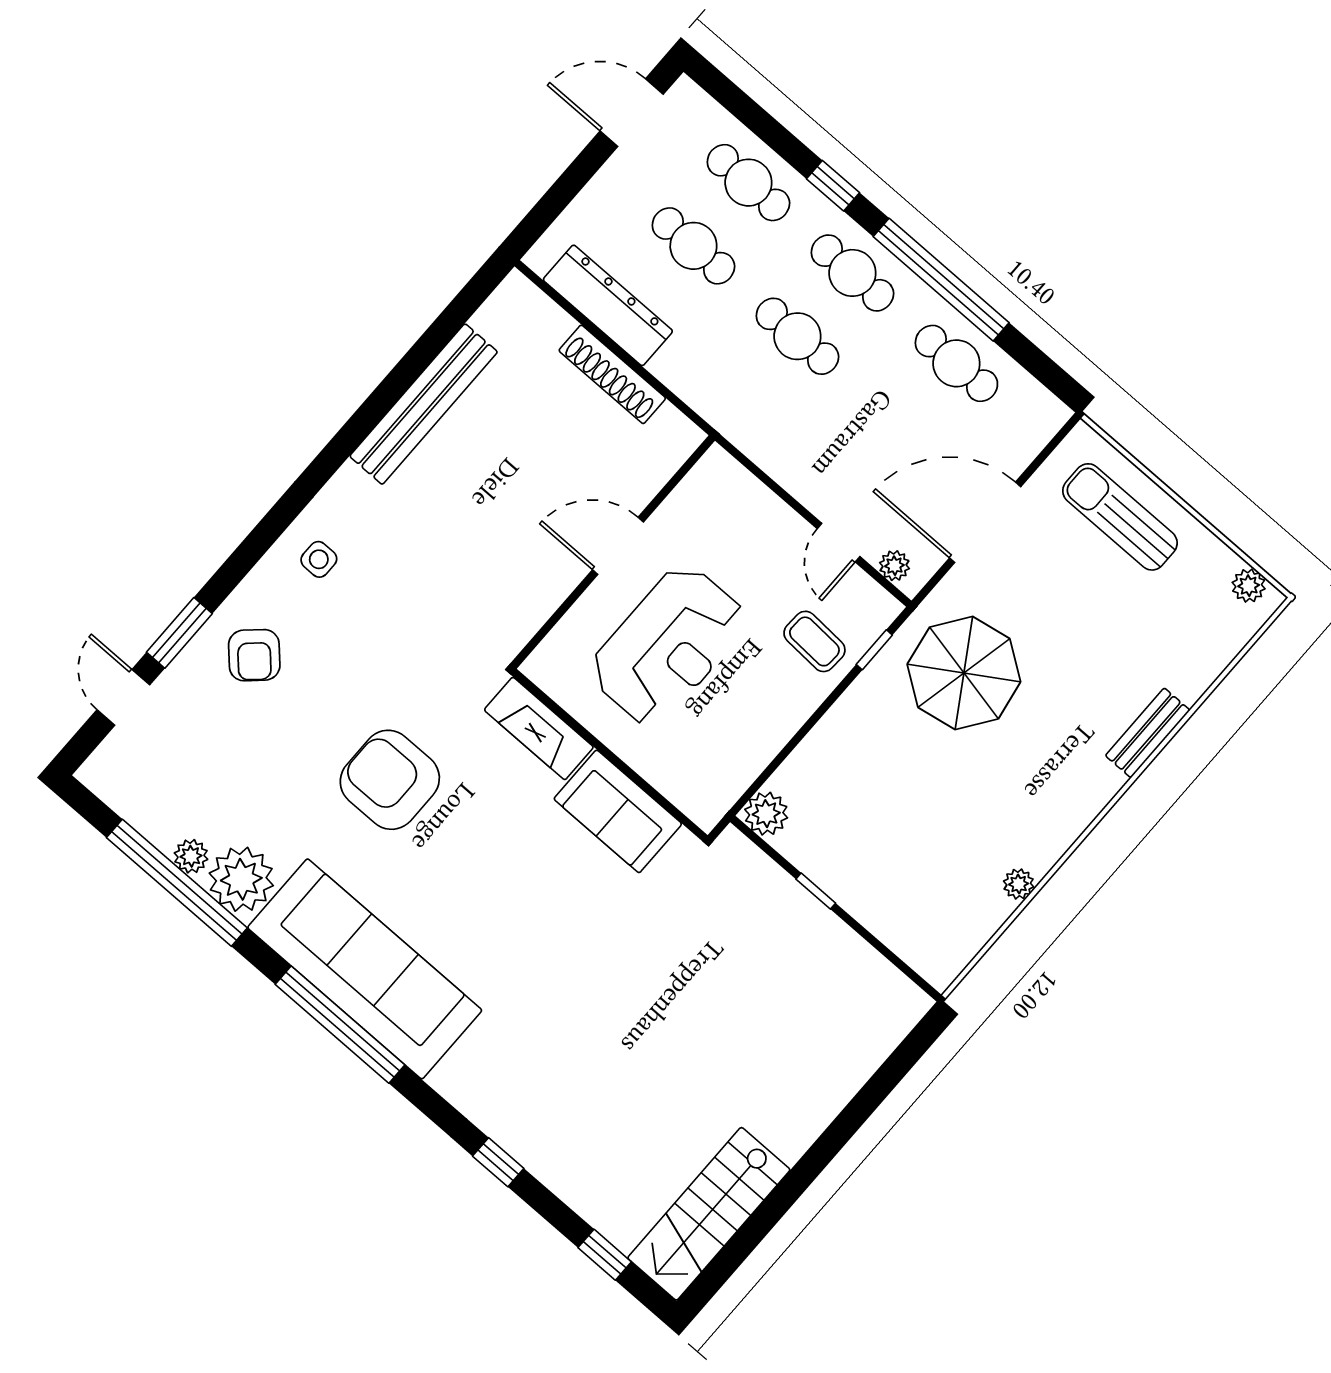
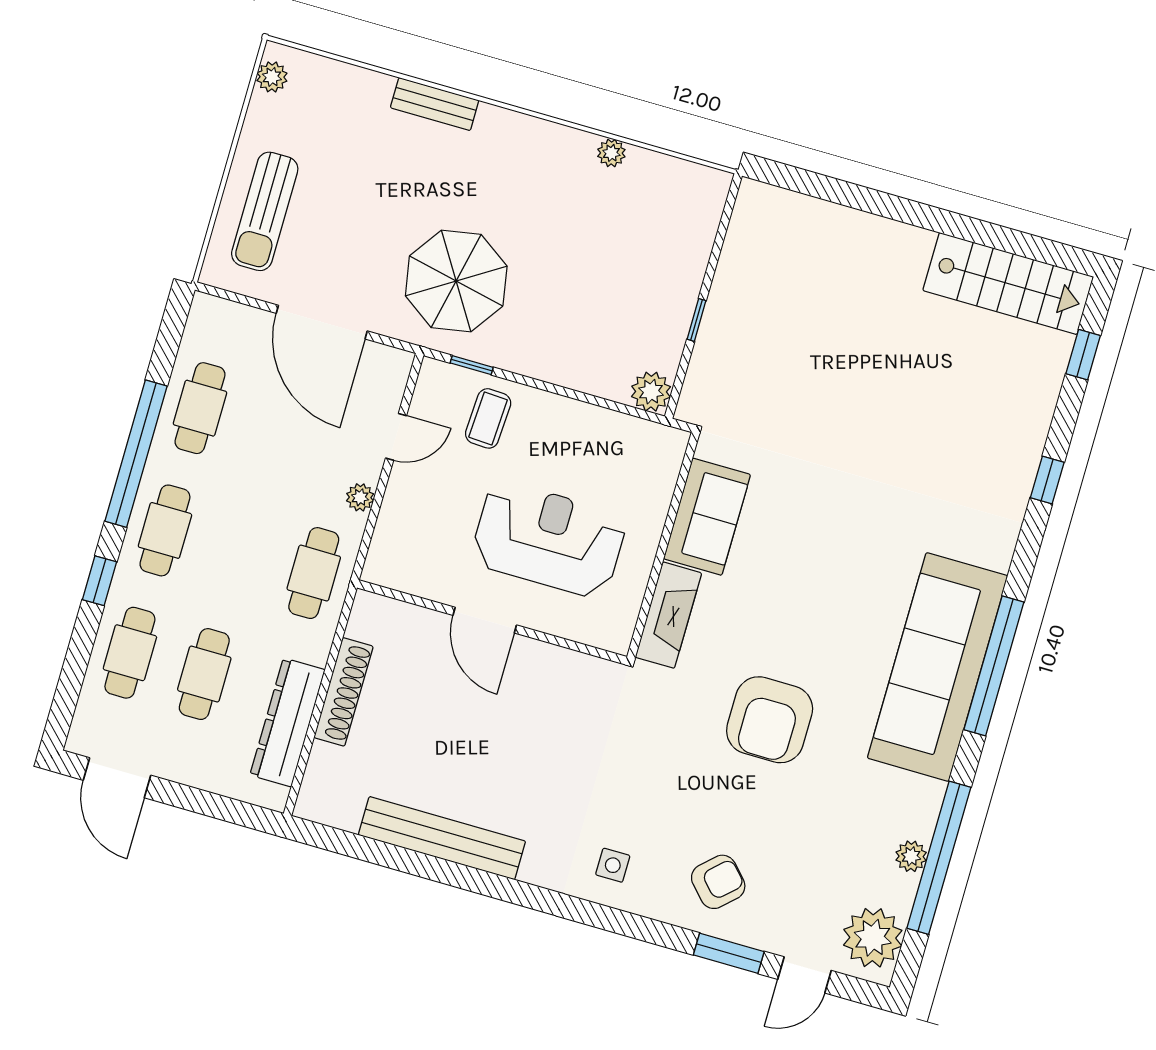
cafe table: (797, 336) -> (314, 573), moved
plant: (894, 566) -> (360, 497), moved
plant: (241, 879) -> (873, 938), moved

